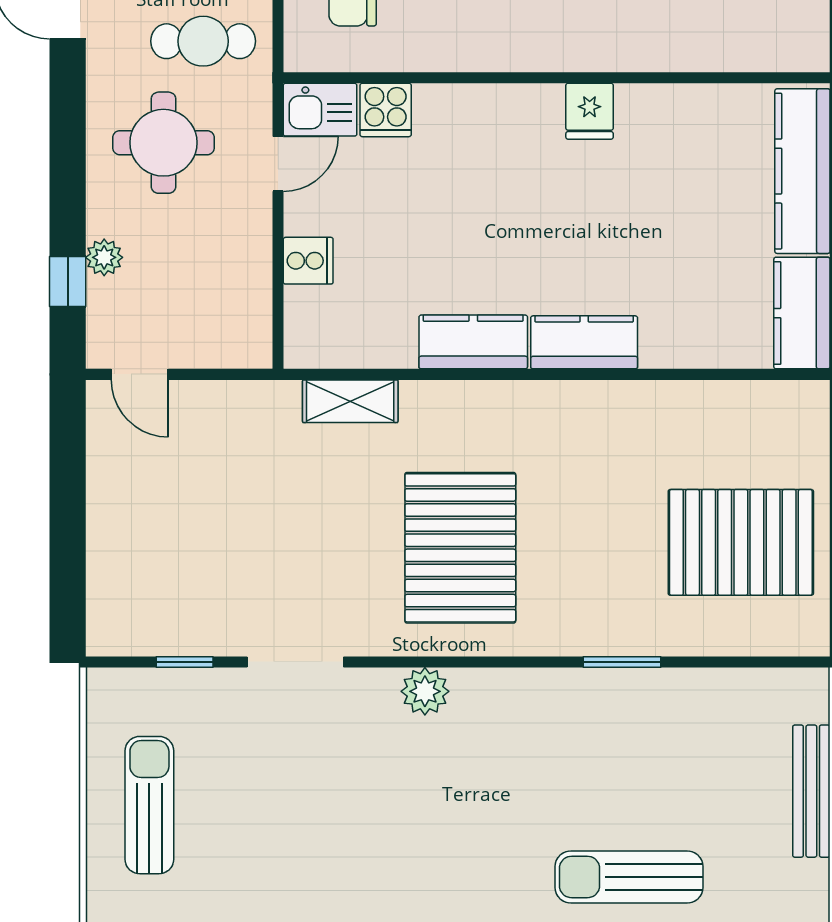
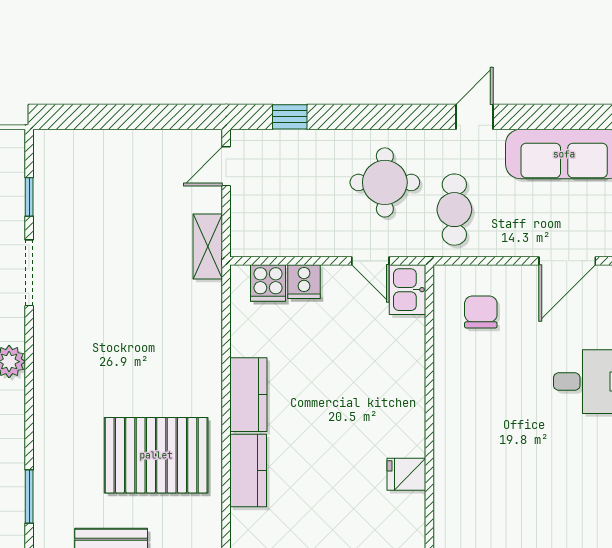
cooker: (386, 110) -> (268, 283), moved, turned -90
plant: (104, 257) -> (306, 142), removed
shelving: (350, 401) -> (208, 246), moved
pallet: (460, 548) -> (156, 455), moved

